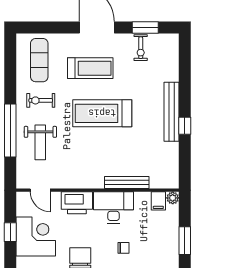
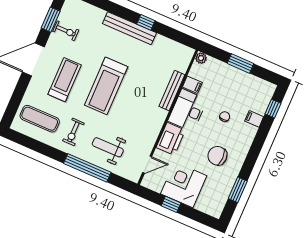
weight bench: (40, 142) -> (108, 147), turned 180
filing cabinet: (158, 201) -> (192, 85), moved

